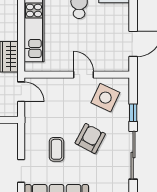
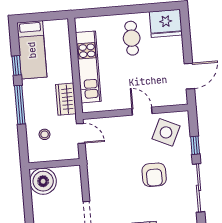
armchair: (90, 138) -> (154, 175), turned 152
coffee table: (56, 149) -> (121, 188), removed

